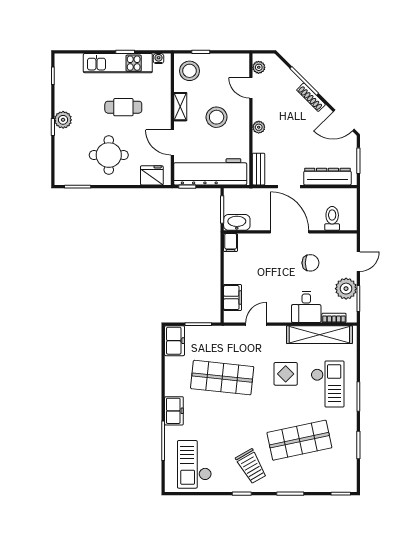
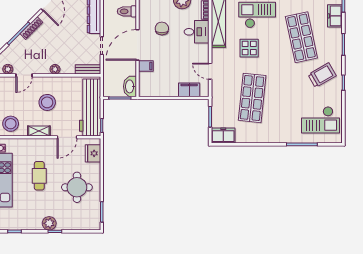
filing cabinet: (231, 243) -> (146, 66), moved
freezer: (174, 411) -> (335, 16), moved, turned -90

